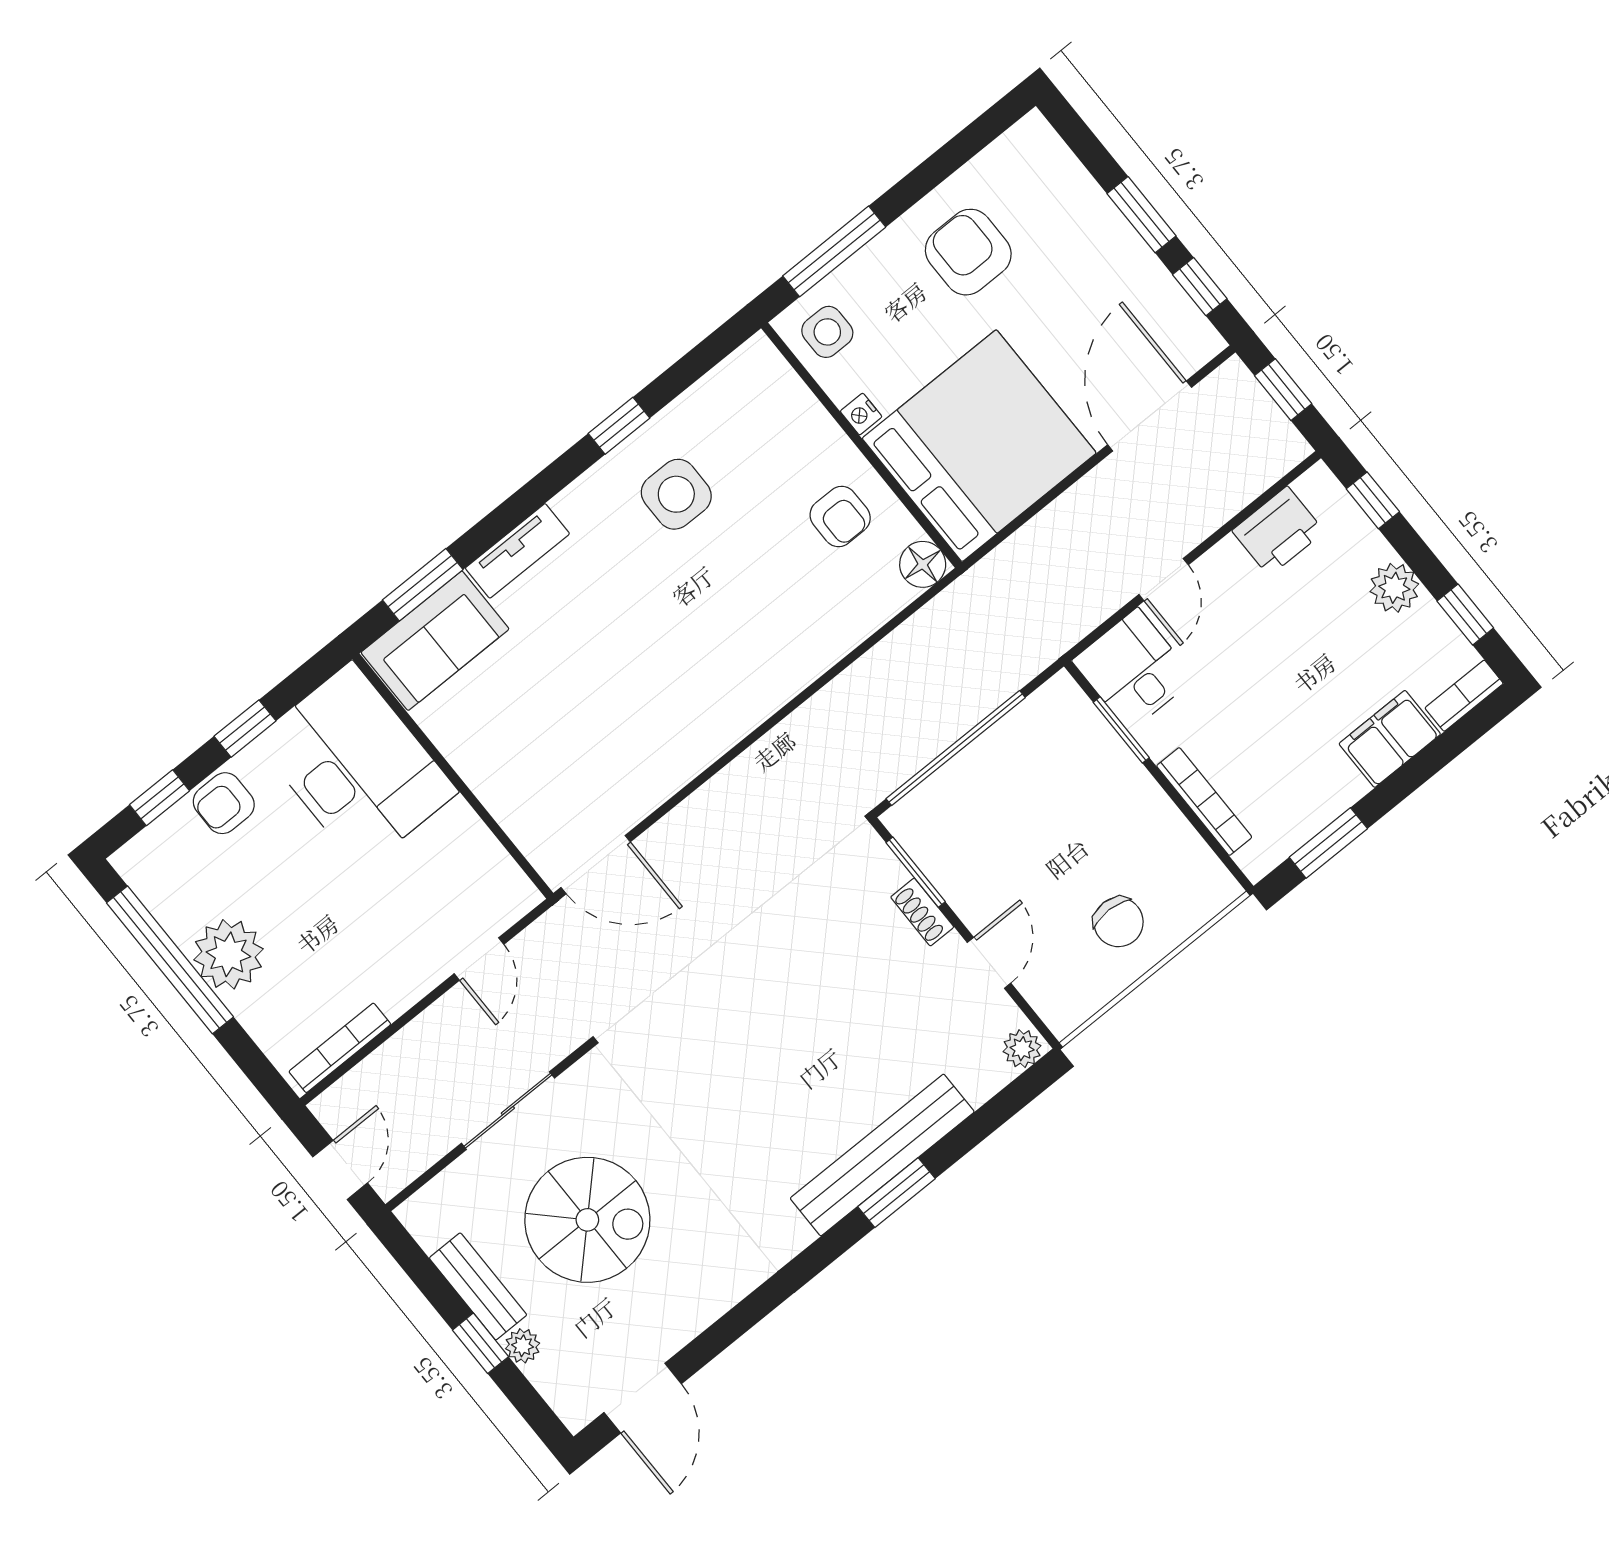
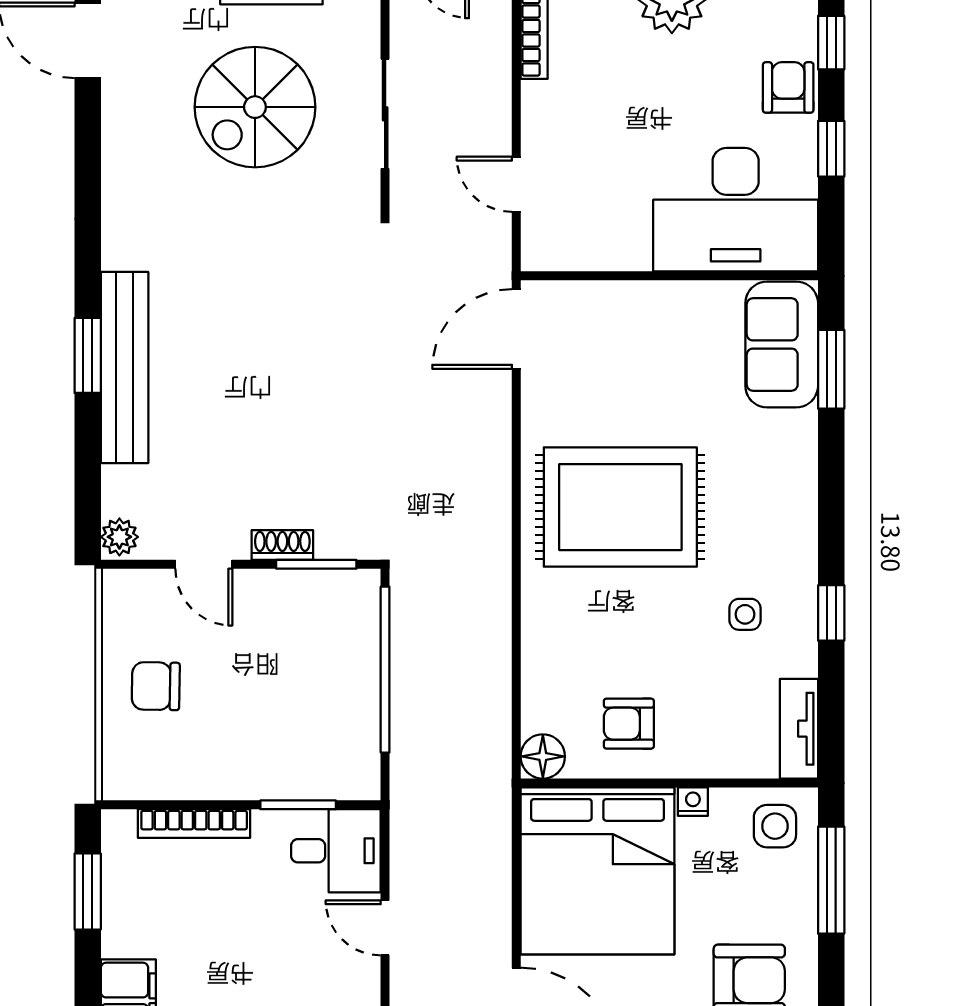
side table: (676, 494) -> (745, 614), width x0.54, depth x0.54
tv unit: (517, 551) -> (799, 729), moved
rug: (671, 665) -> (620, 507), added

